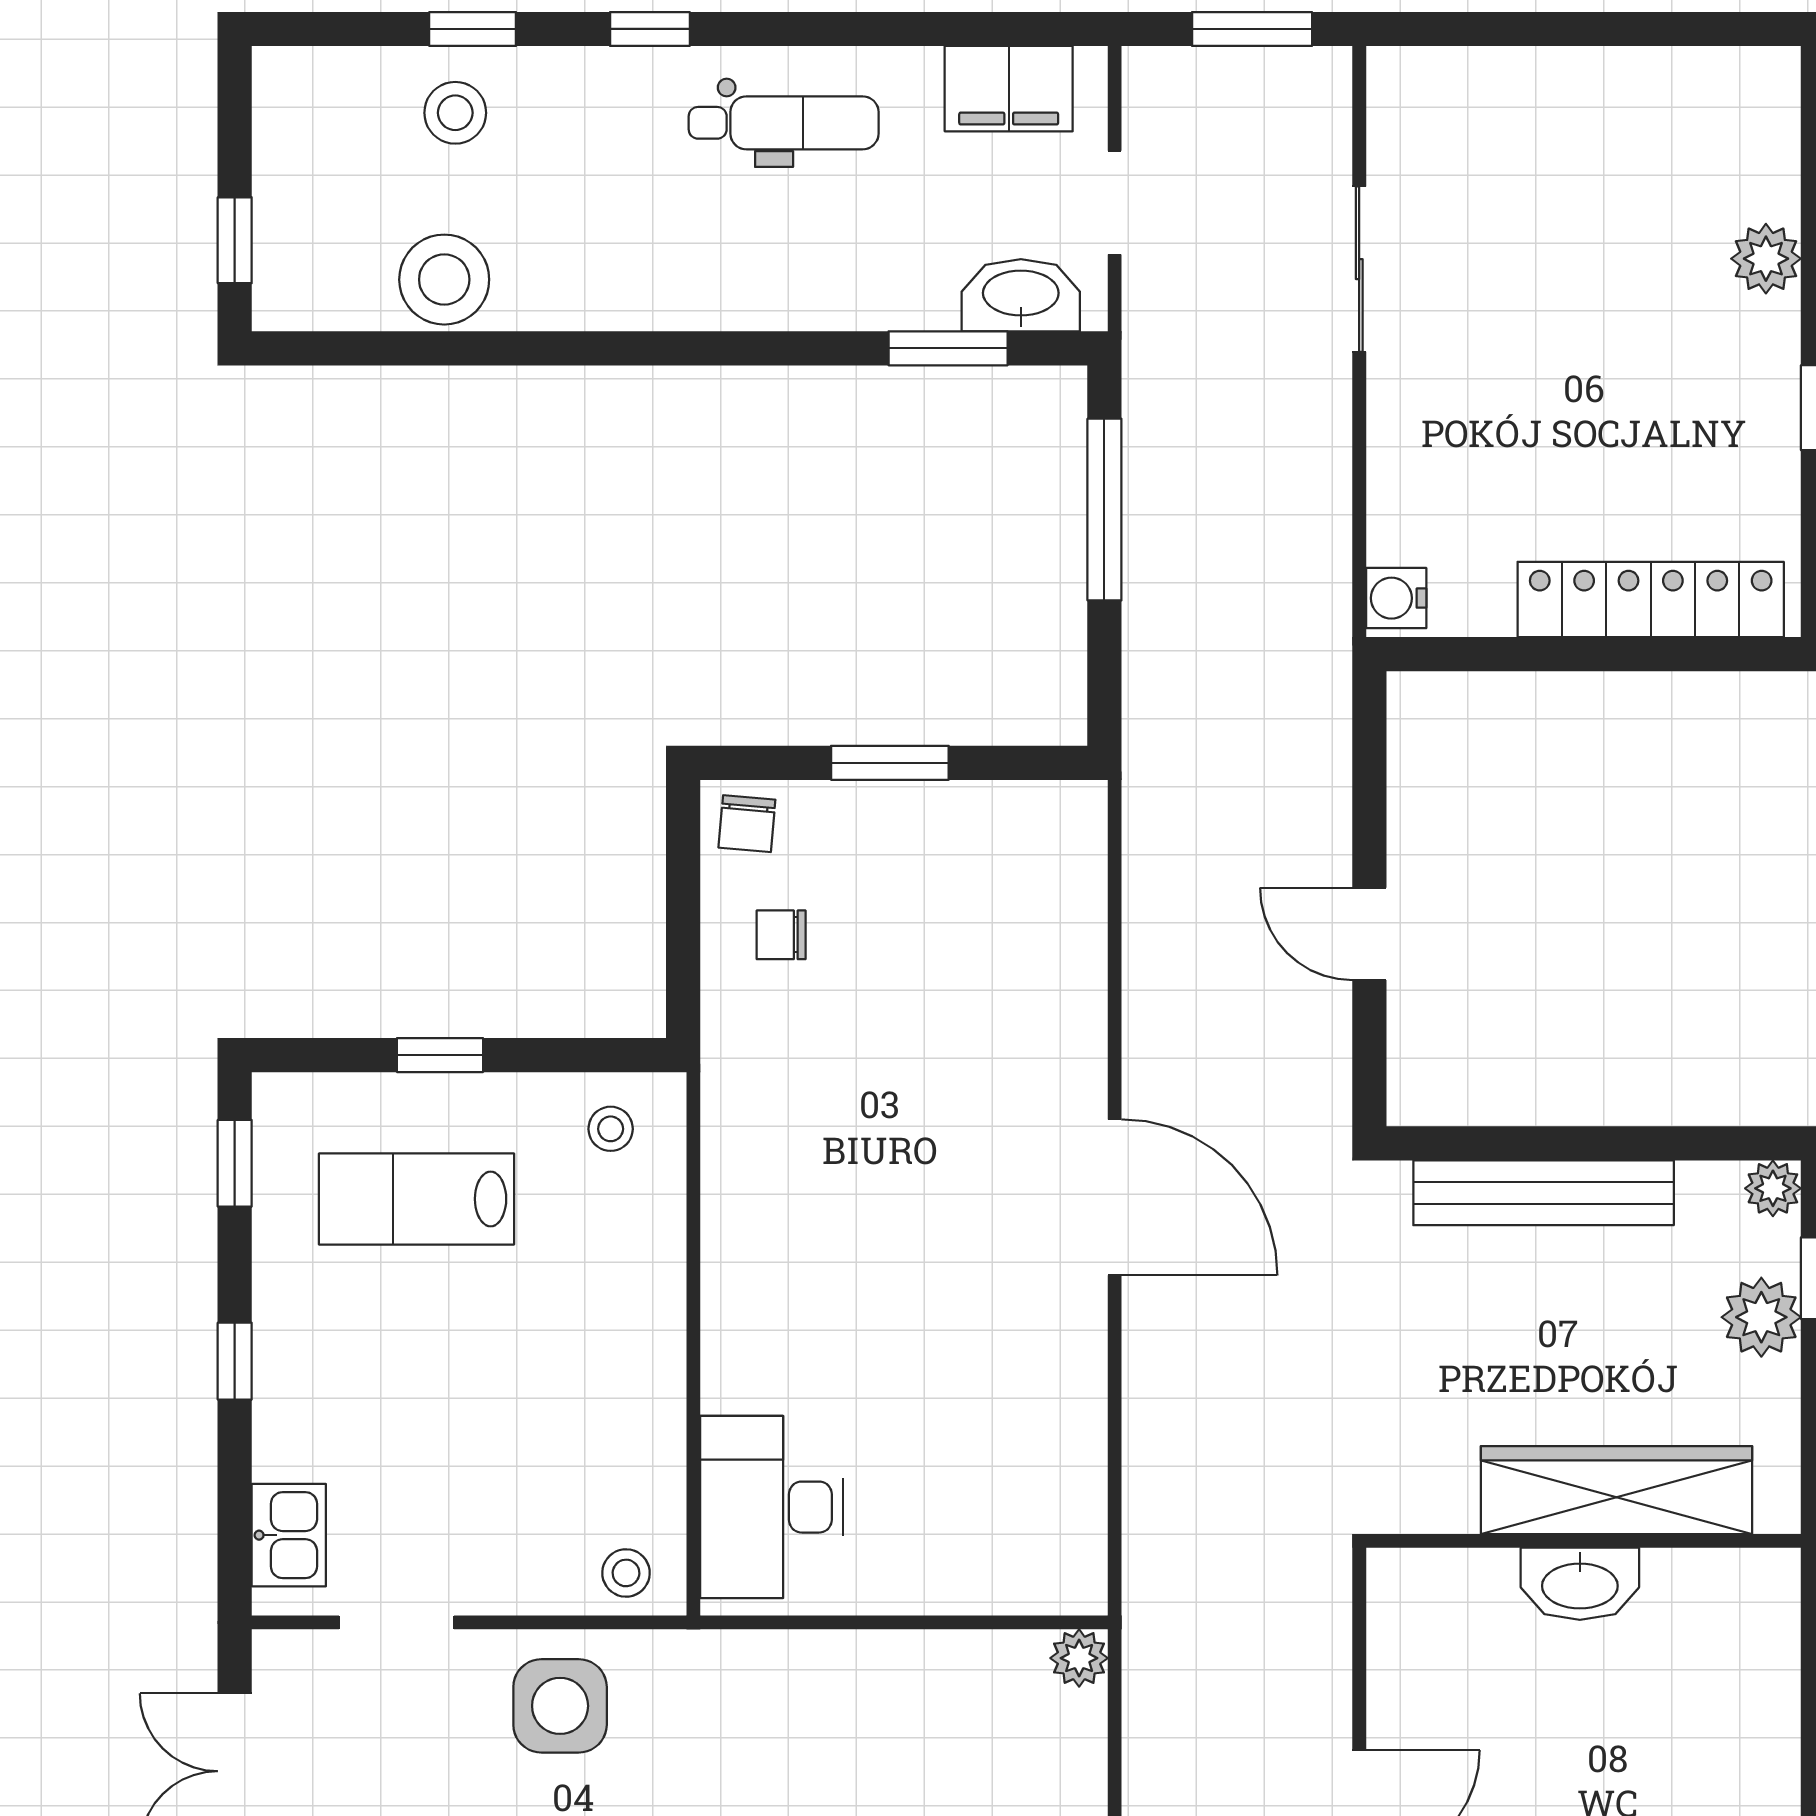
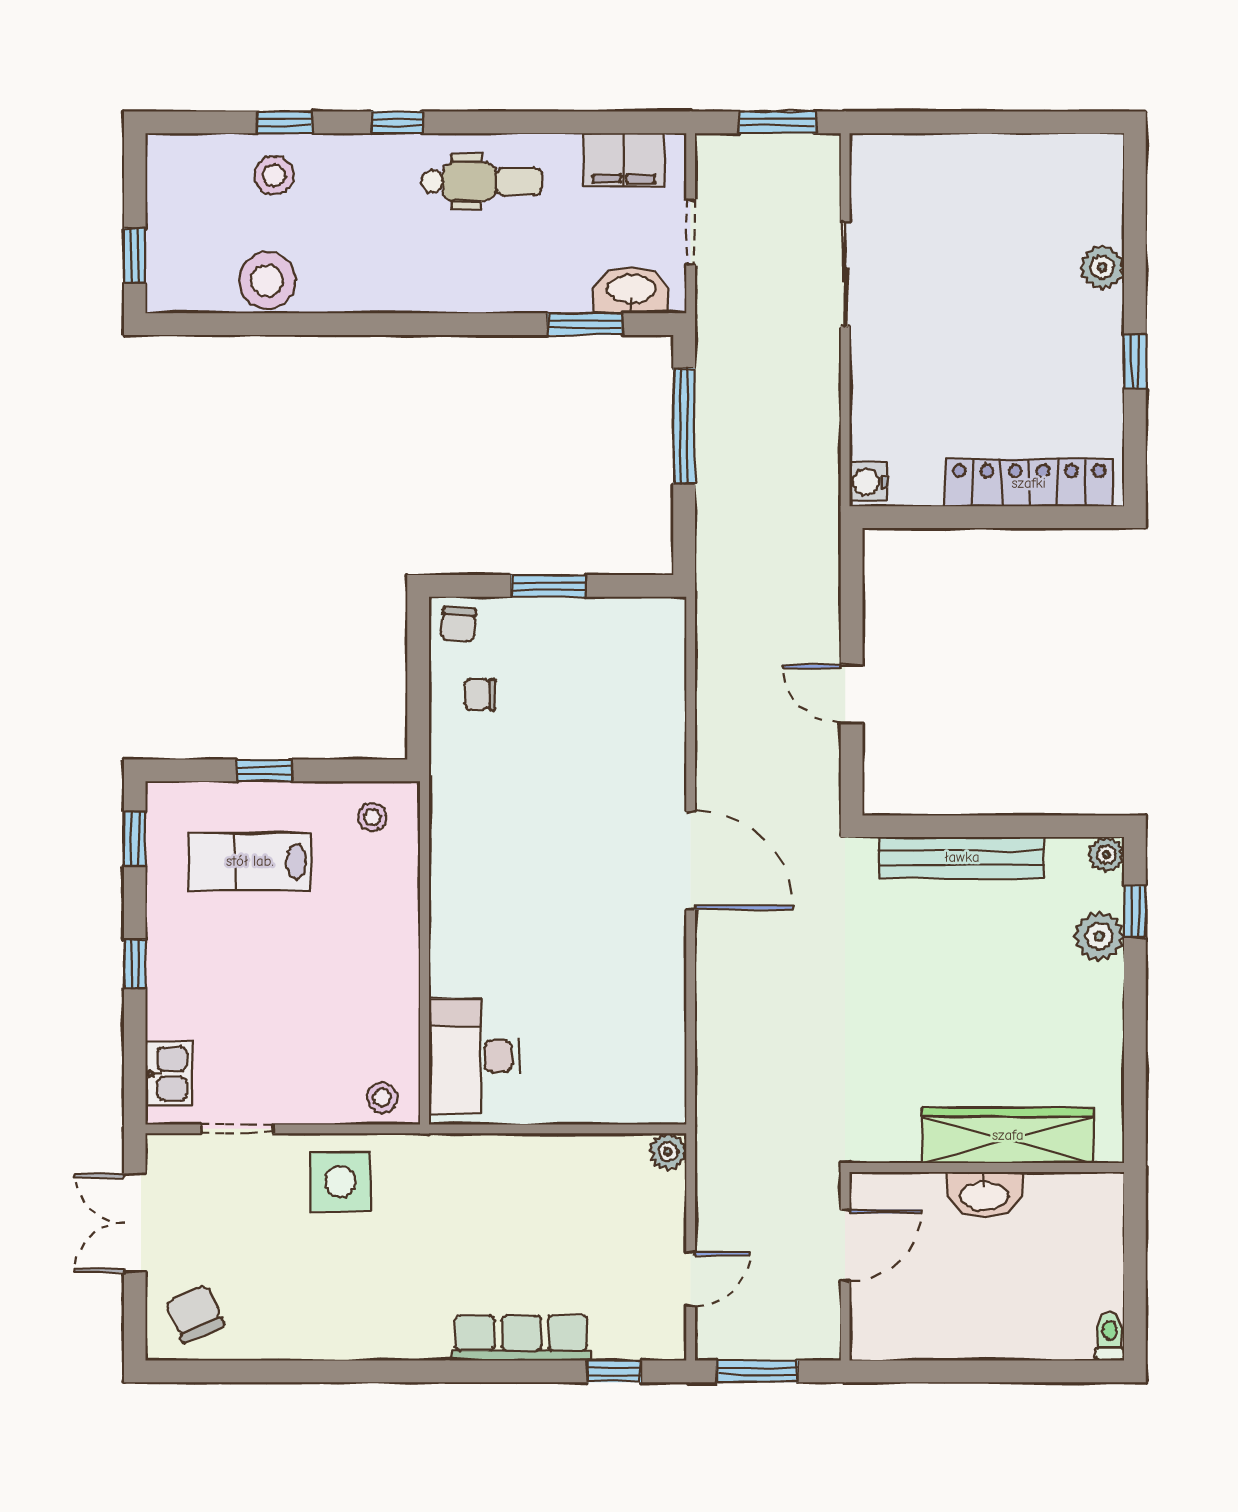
wardrobe: (1617, 1490) -> (1008, 1135), moved
wall: (1583, 1541) -> (987, 1168), moved
washbasin: (1580, 1584) -> (985, 1195), moved

